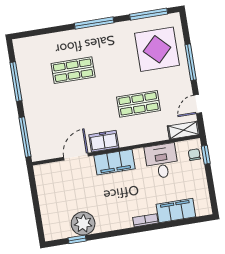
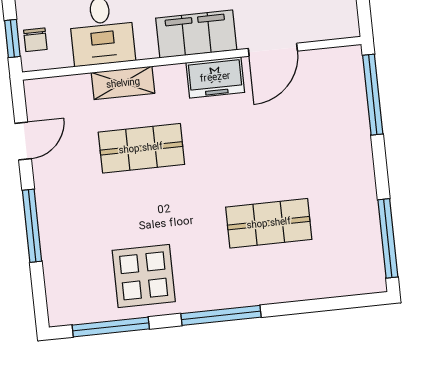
display table: (157, 49) -> (144, 276), moved, width x0.73, depth x0.73
window: (16, 82) -> (388, 238), moved
shelving: (183, 130) -> (123, 83), moved

